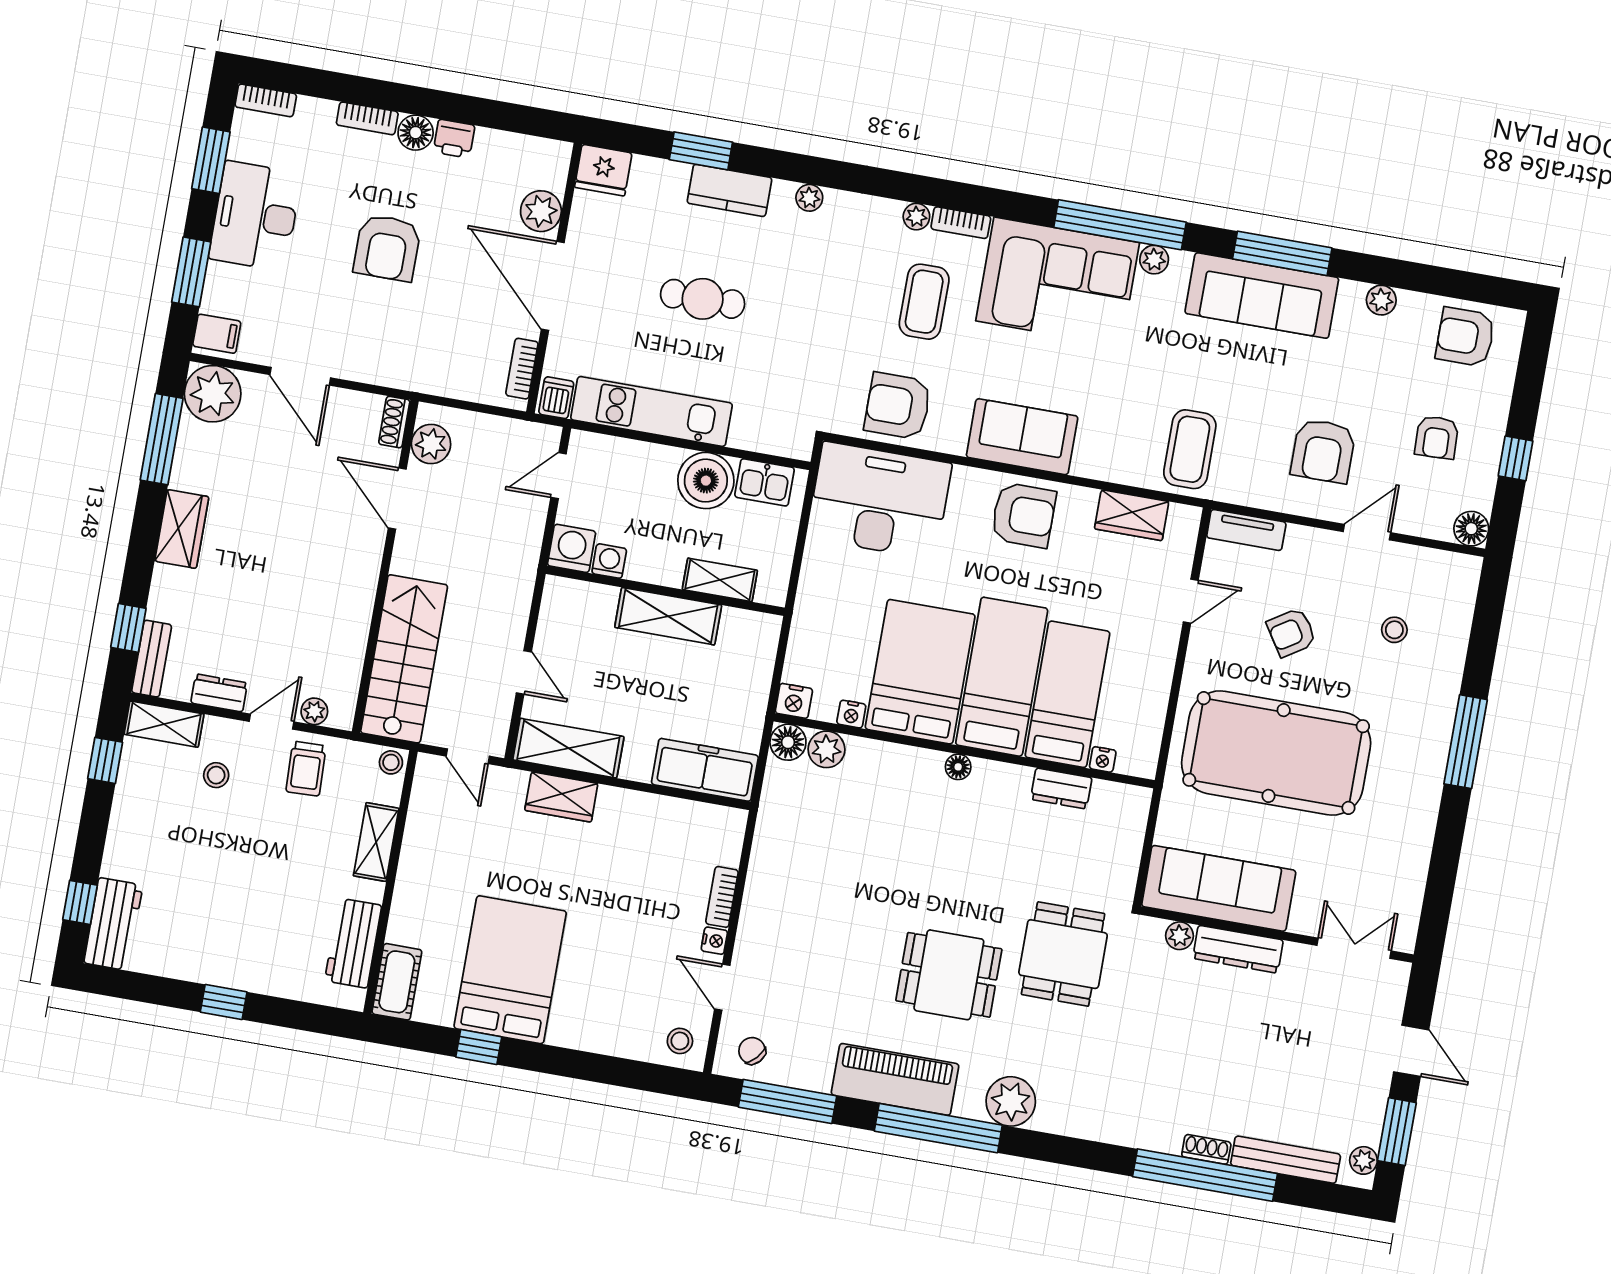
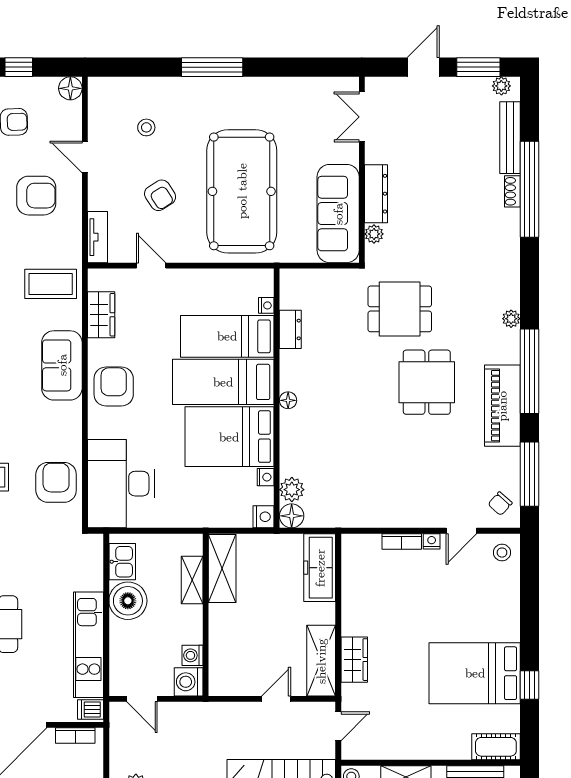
armchair: (898, 406) -> (56, 482), turned 180
sofa: (1022, 437) -> (62, 365), moved
shelving: (668, 616) -> (222, 568), moved
plant: (1011, 1101) -> (511, 319), width x0.53, depth x0.53

